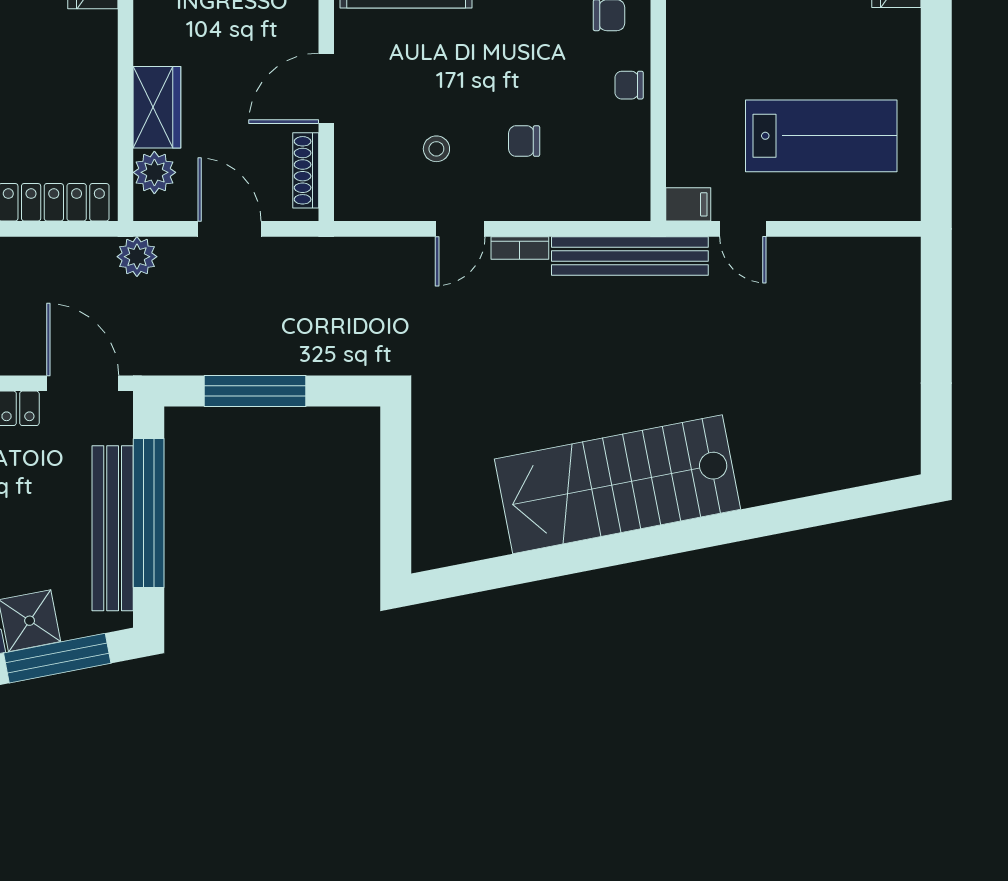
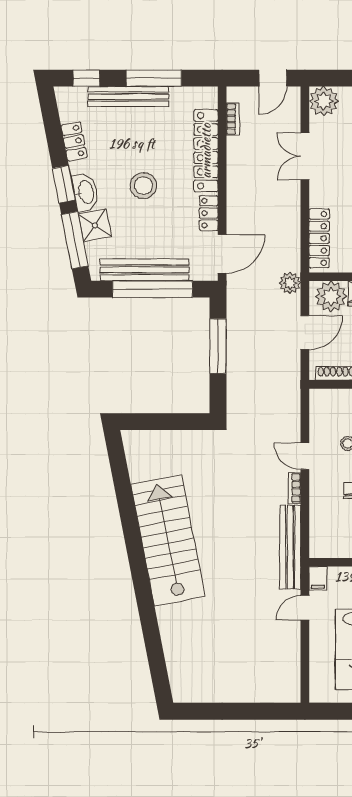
plant: (154, 172) -> (331, 296), width x1.36, depth x1.36

